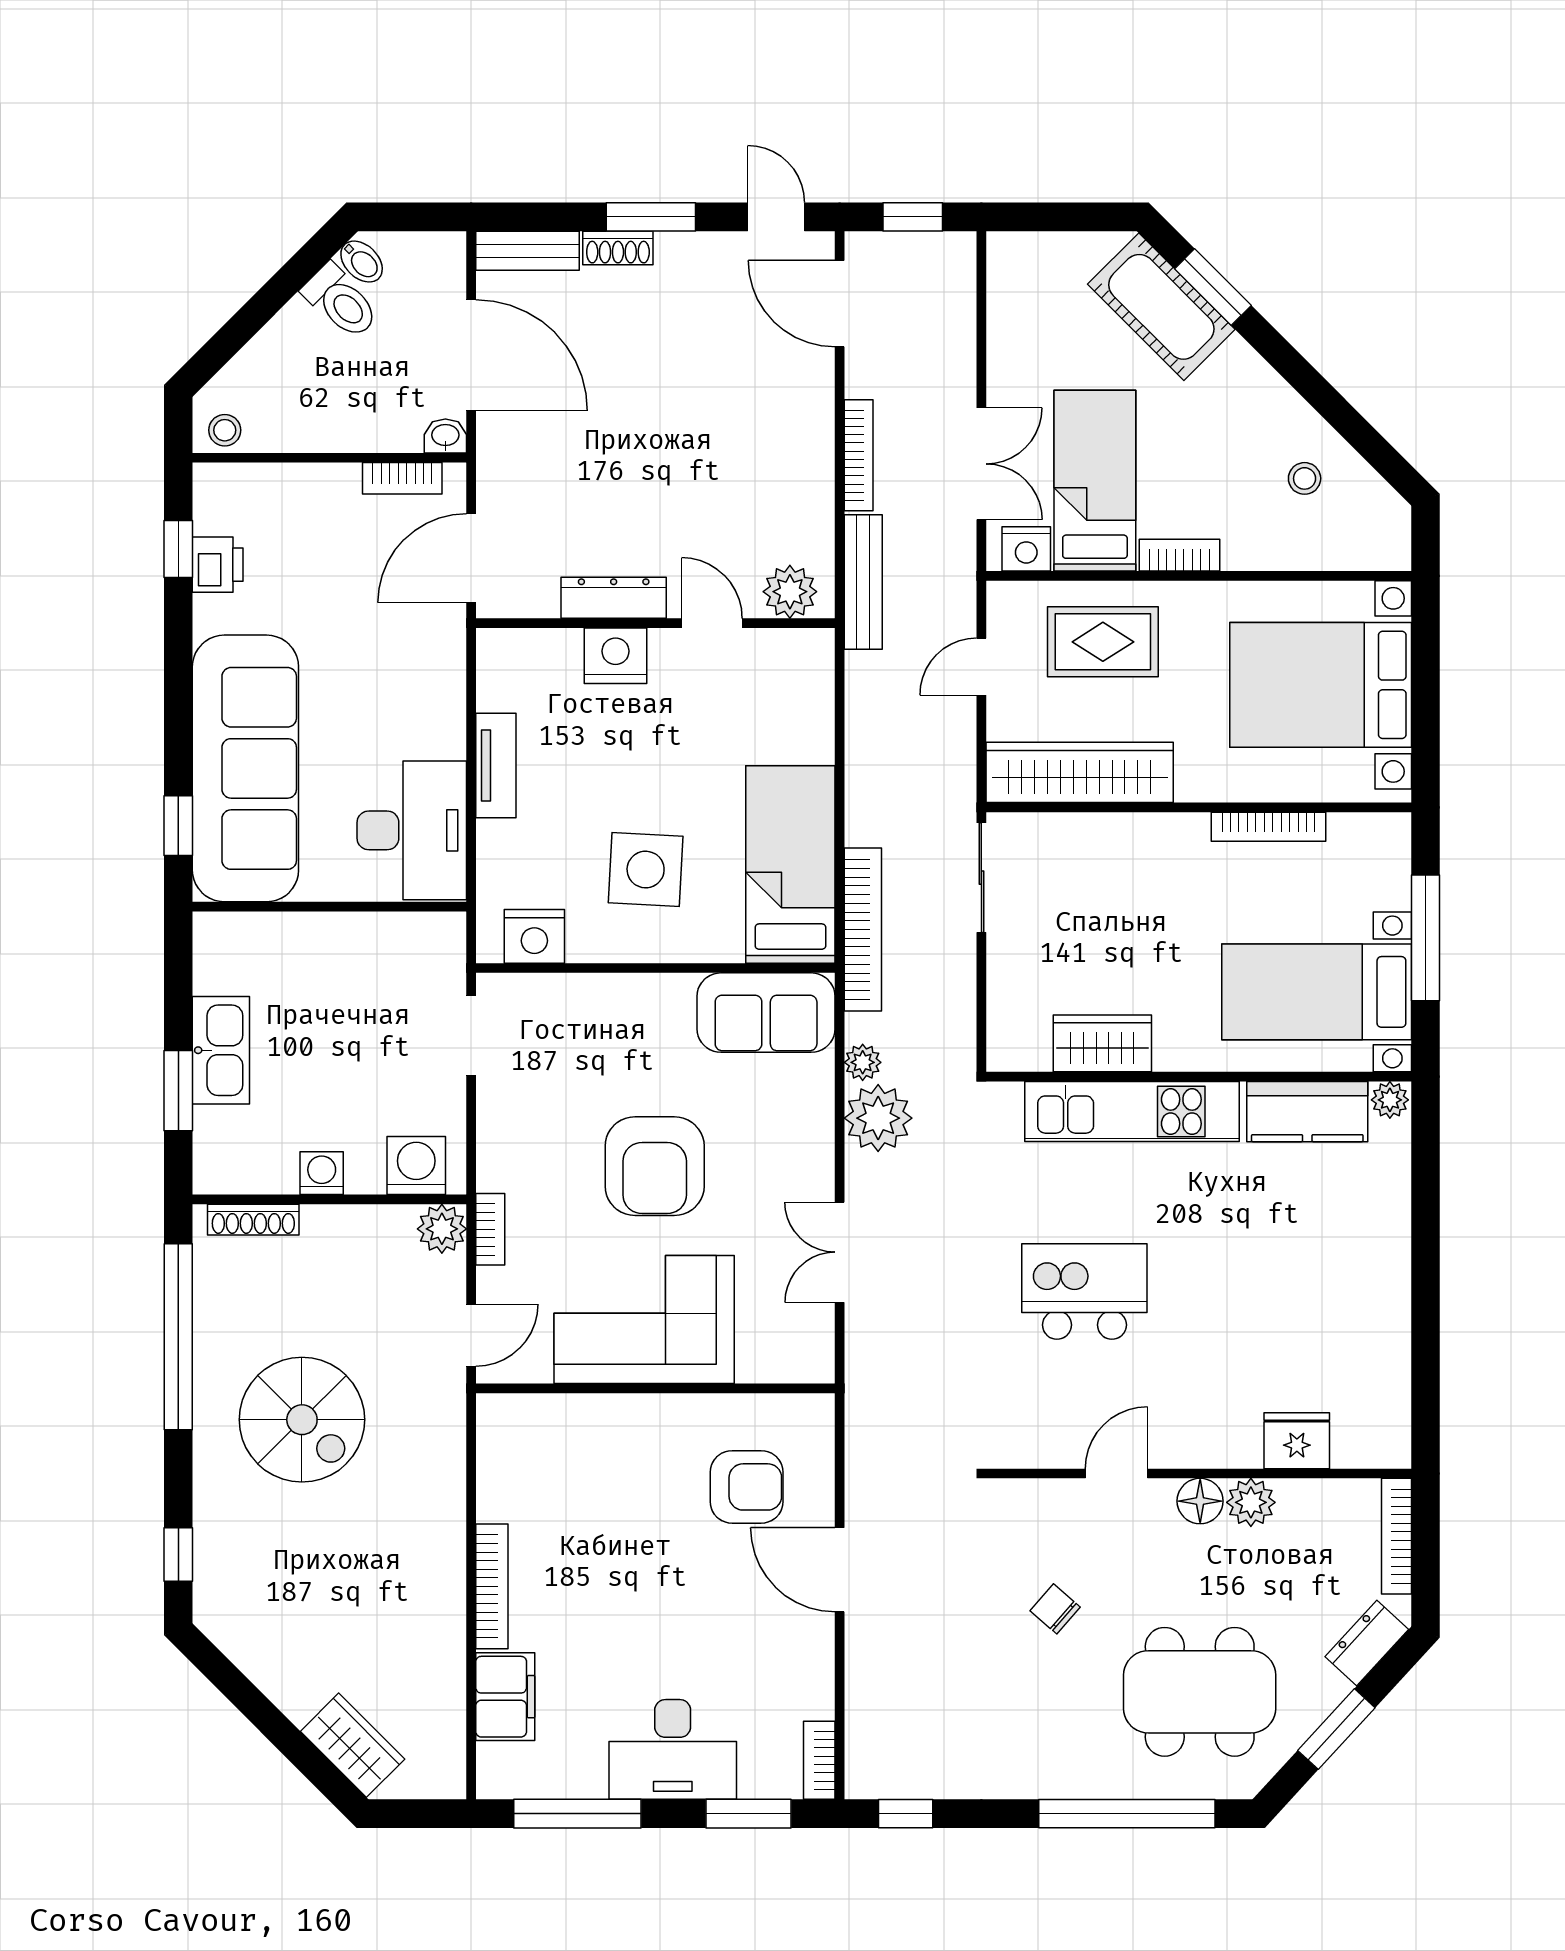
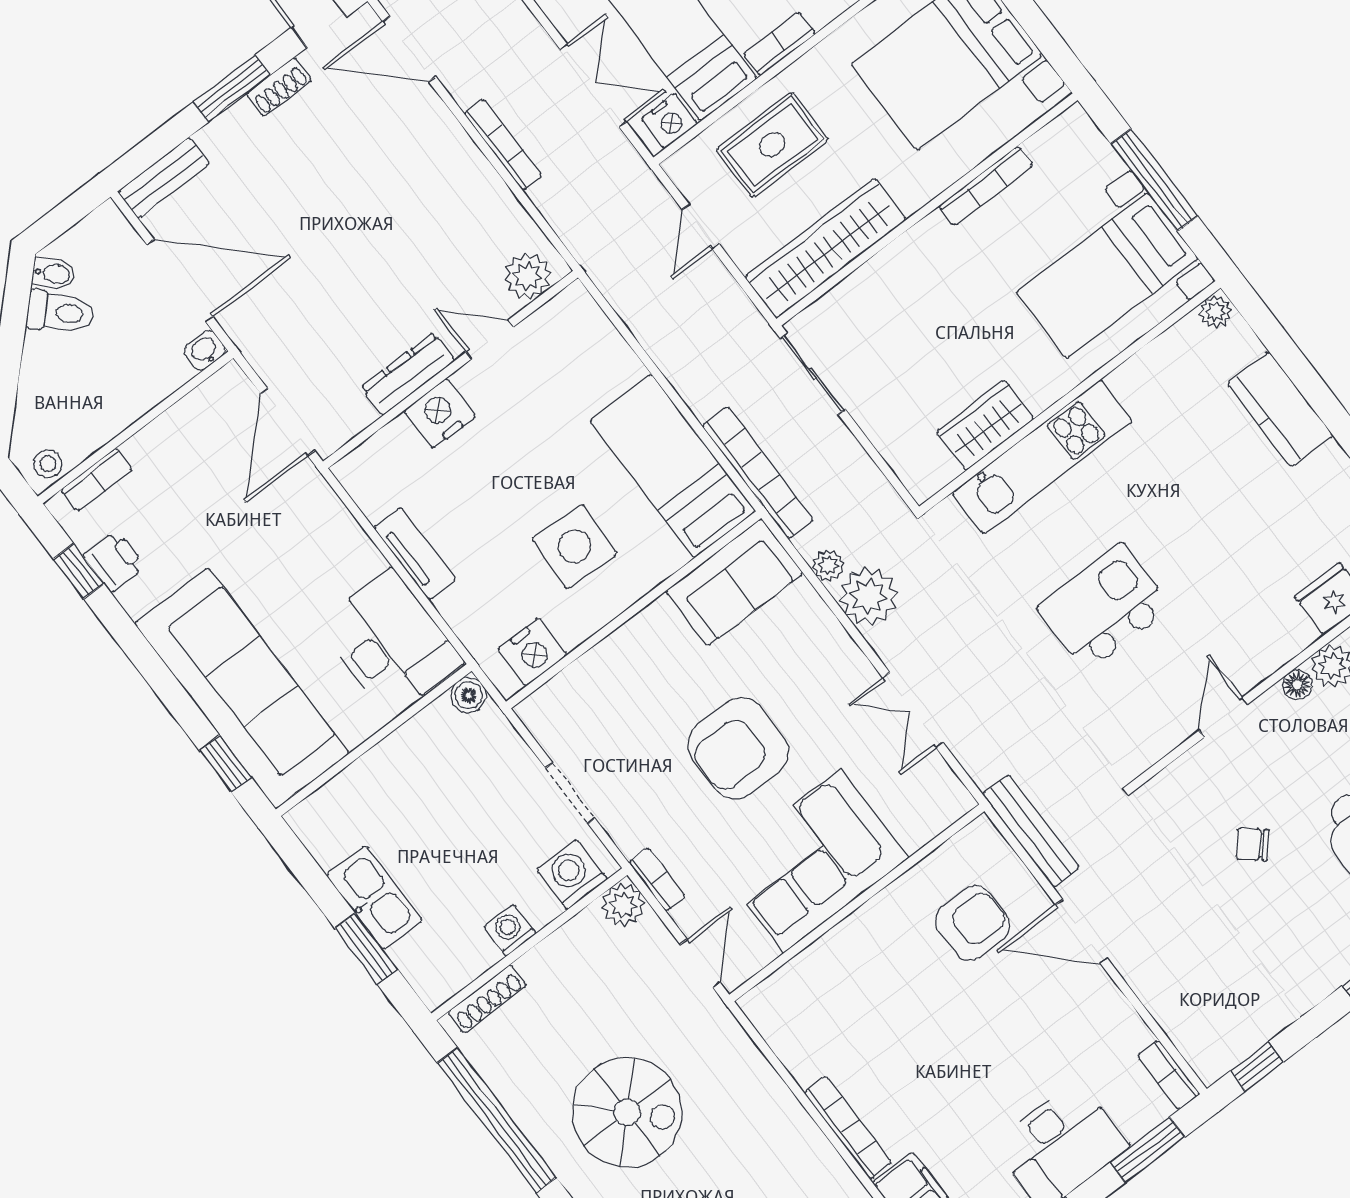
shoe rack: (618, 248) -> (279, 87), moved
bookcase: (402, 478) -> (97, 480), moved
bench: (863, 582) -> (1031, 831), moved
boiler: (446, 931) -> (468, 695), added
doorway: (471, 1036) -> (570, 793), moved
kitchen counter: (1307, 1112) -> (1280, 409), moved, turned 90
armchair: (655, 1166) -> (738, 748), turned 90
floor lamp: (1200, 1501) -> (1297, 685), width x0.73, depth x0.73

